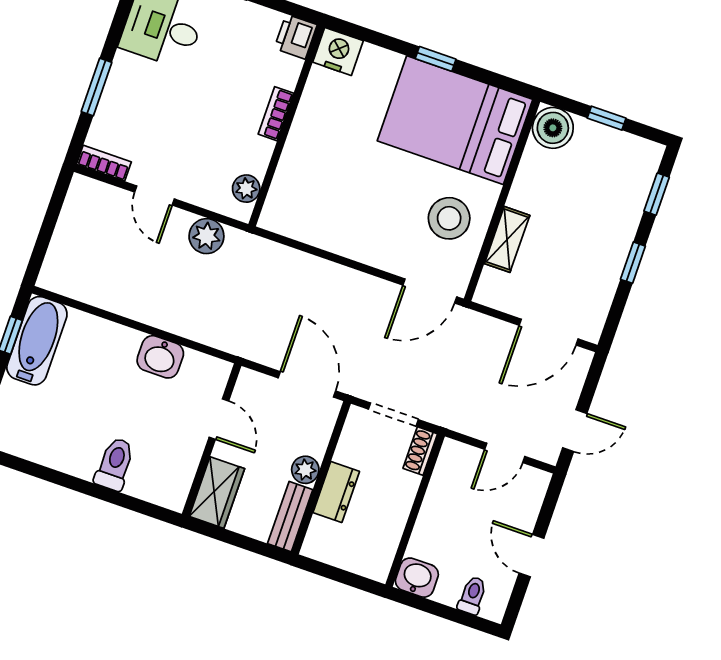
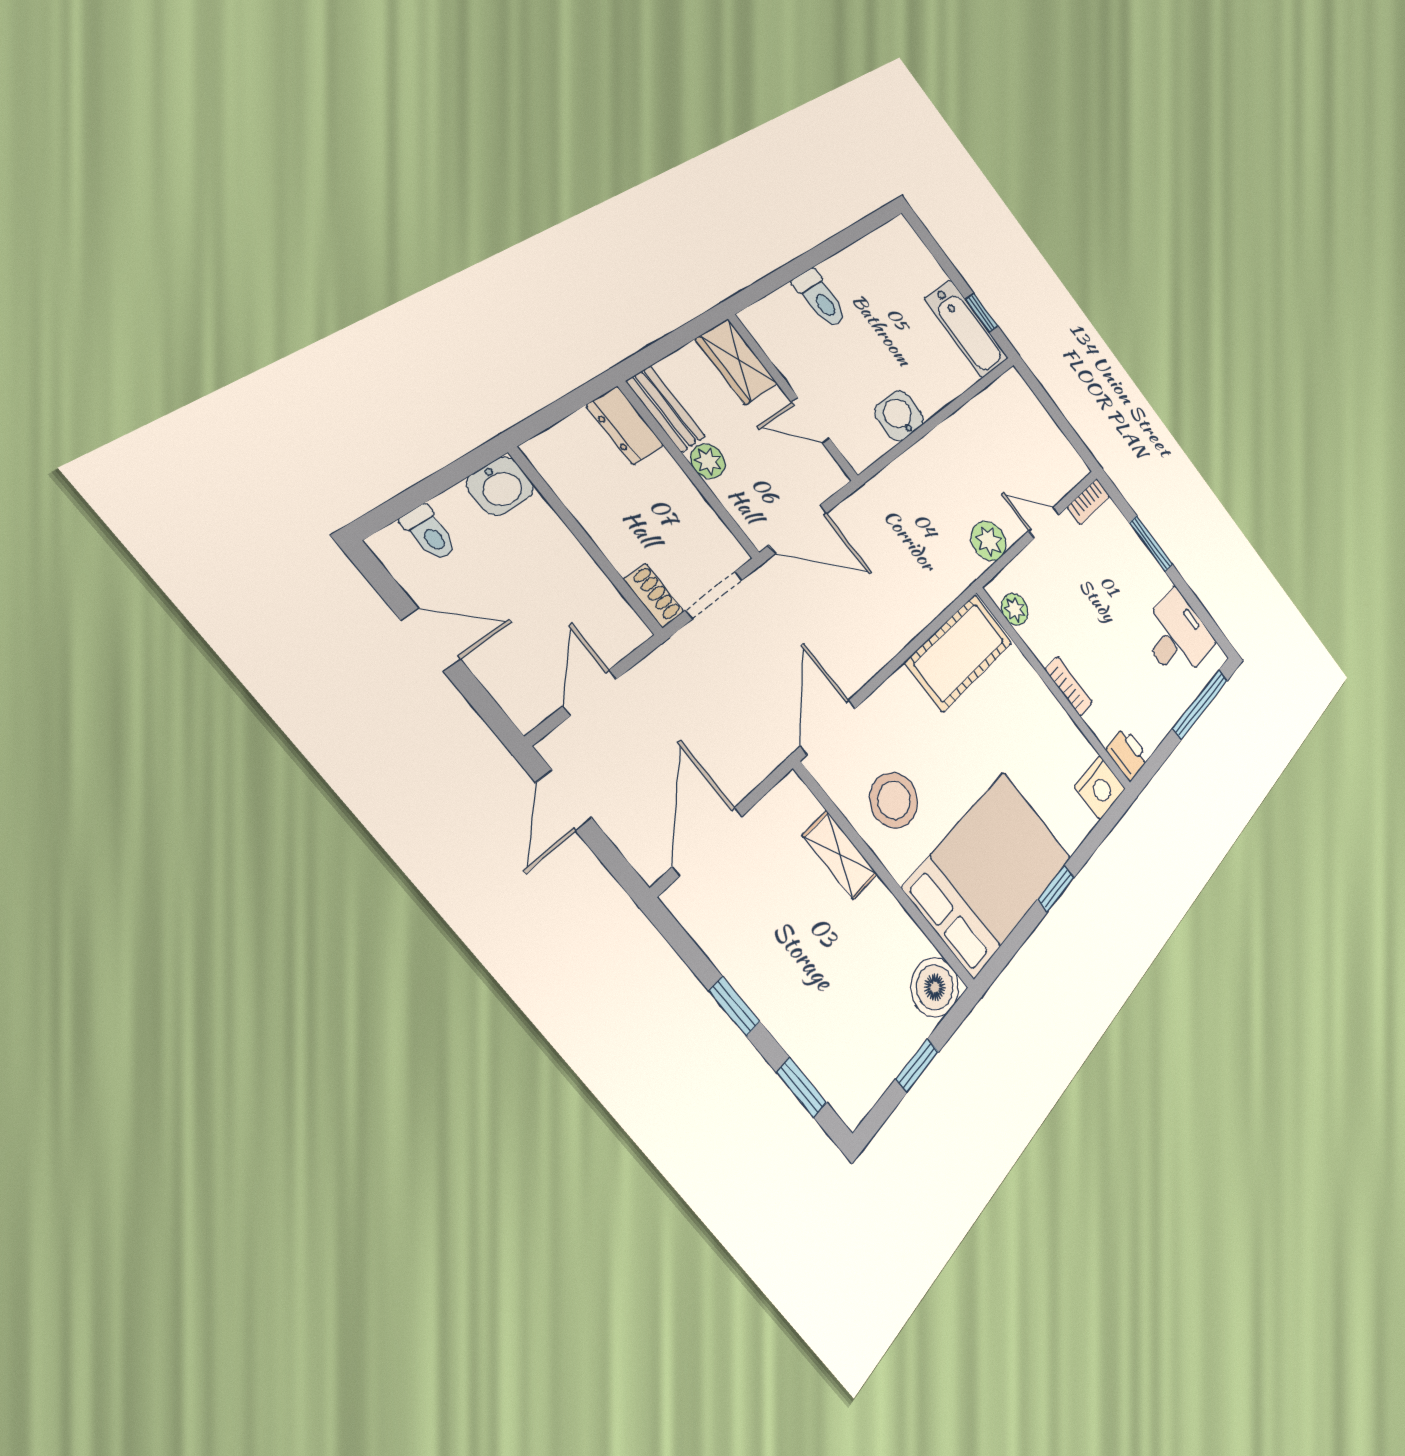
cot: (312, 219) -> (959, 652), added
dresser: (336, 492) -> (625, 425), moved

